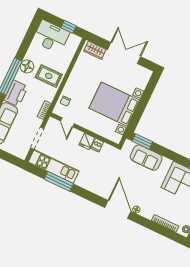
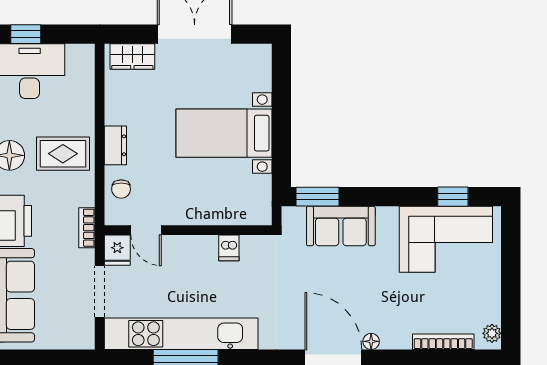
window: (69, 27) -> (26, 34), moved
dresser: (71, 83) -> (115, 145), added
bed with nightstands: (114, 104) -> (224, 133), width x0.73
fridge: (87, 141) -> (117, 250), moved
kitchen unit: (54, 167) -> (181, 334), width x1.36

